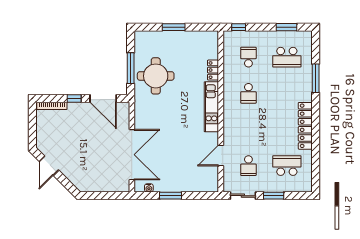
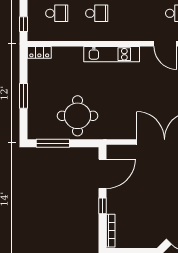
school desk: (248, 57) -> (57, 13), turned 180
window: (131, 68) -> (53, 143), moved
locker: (213, 70) -> (39, 52), moved

